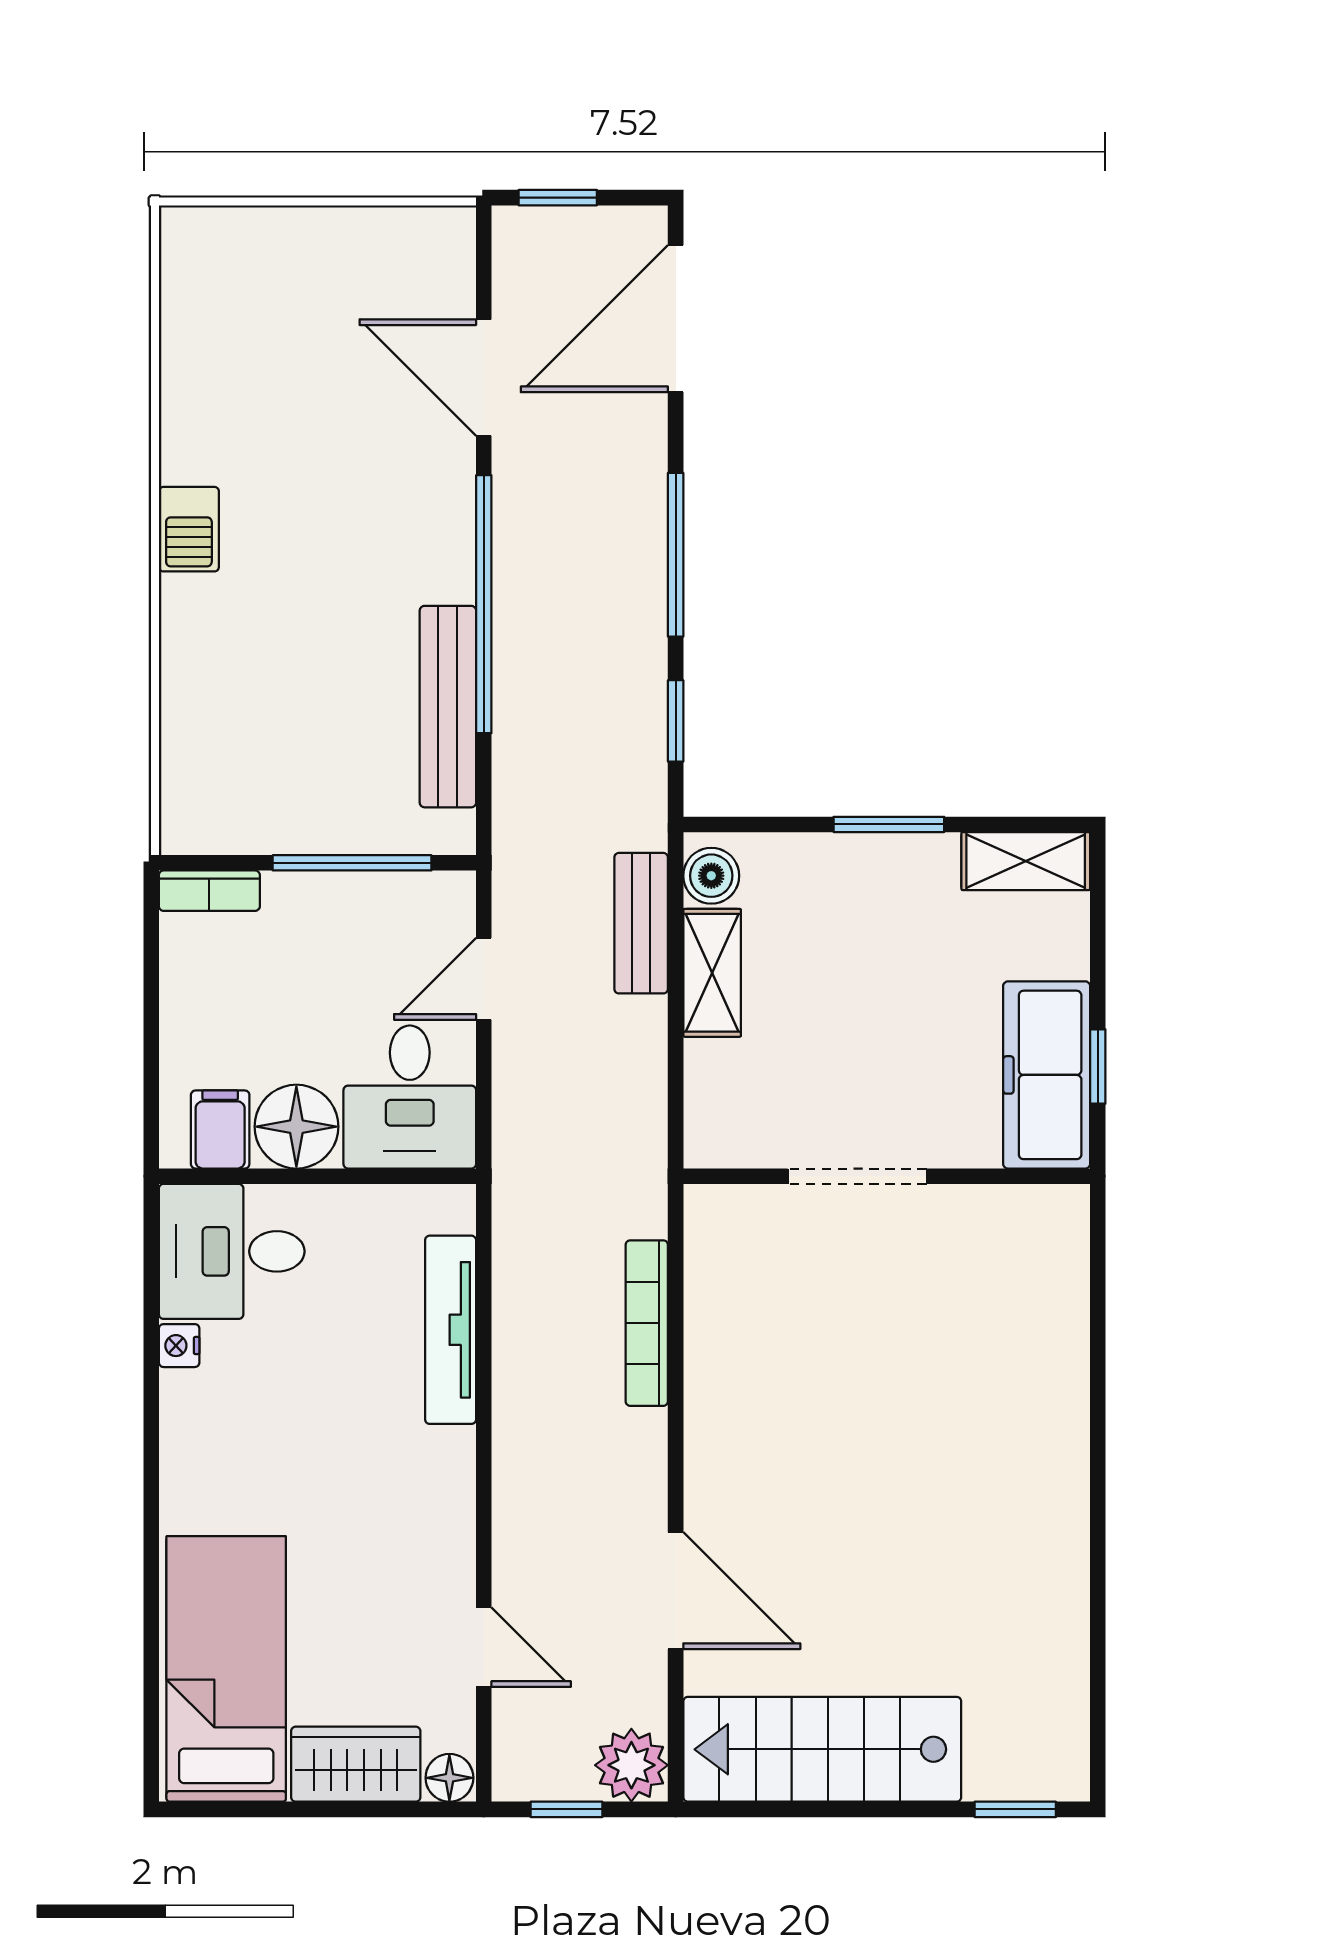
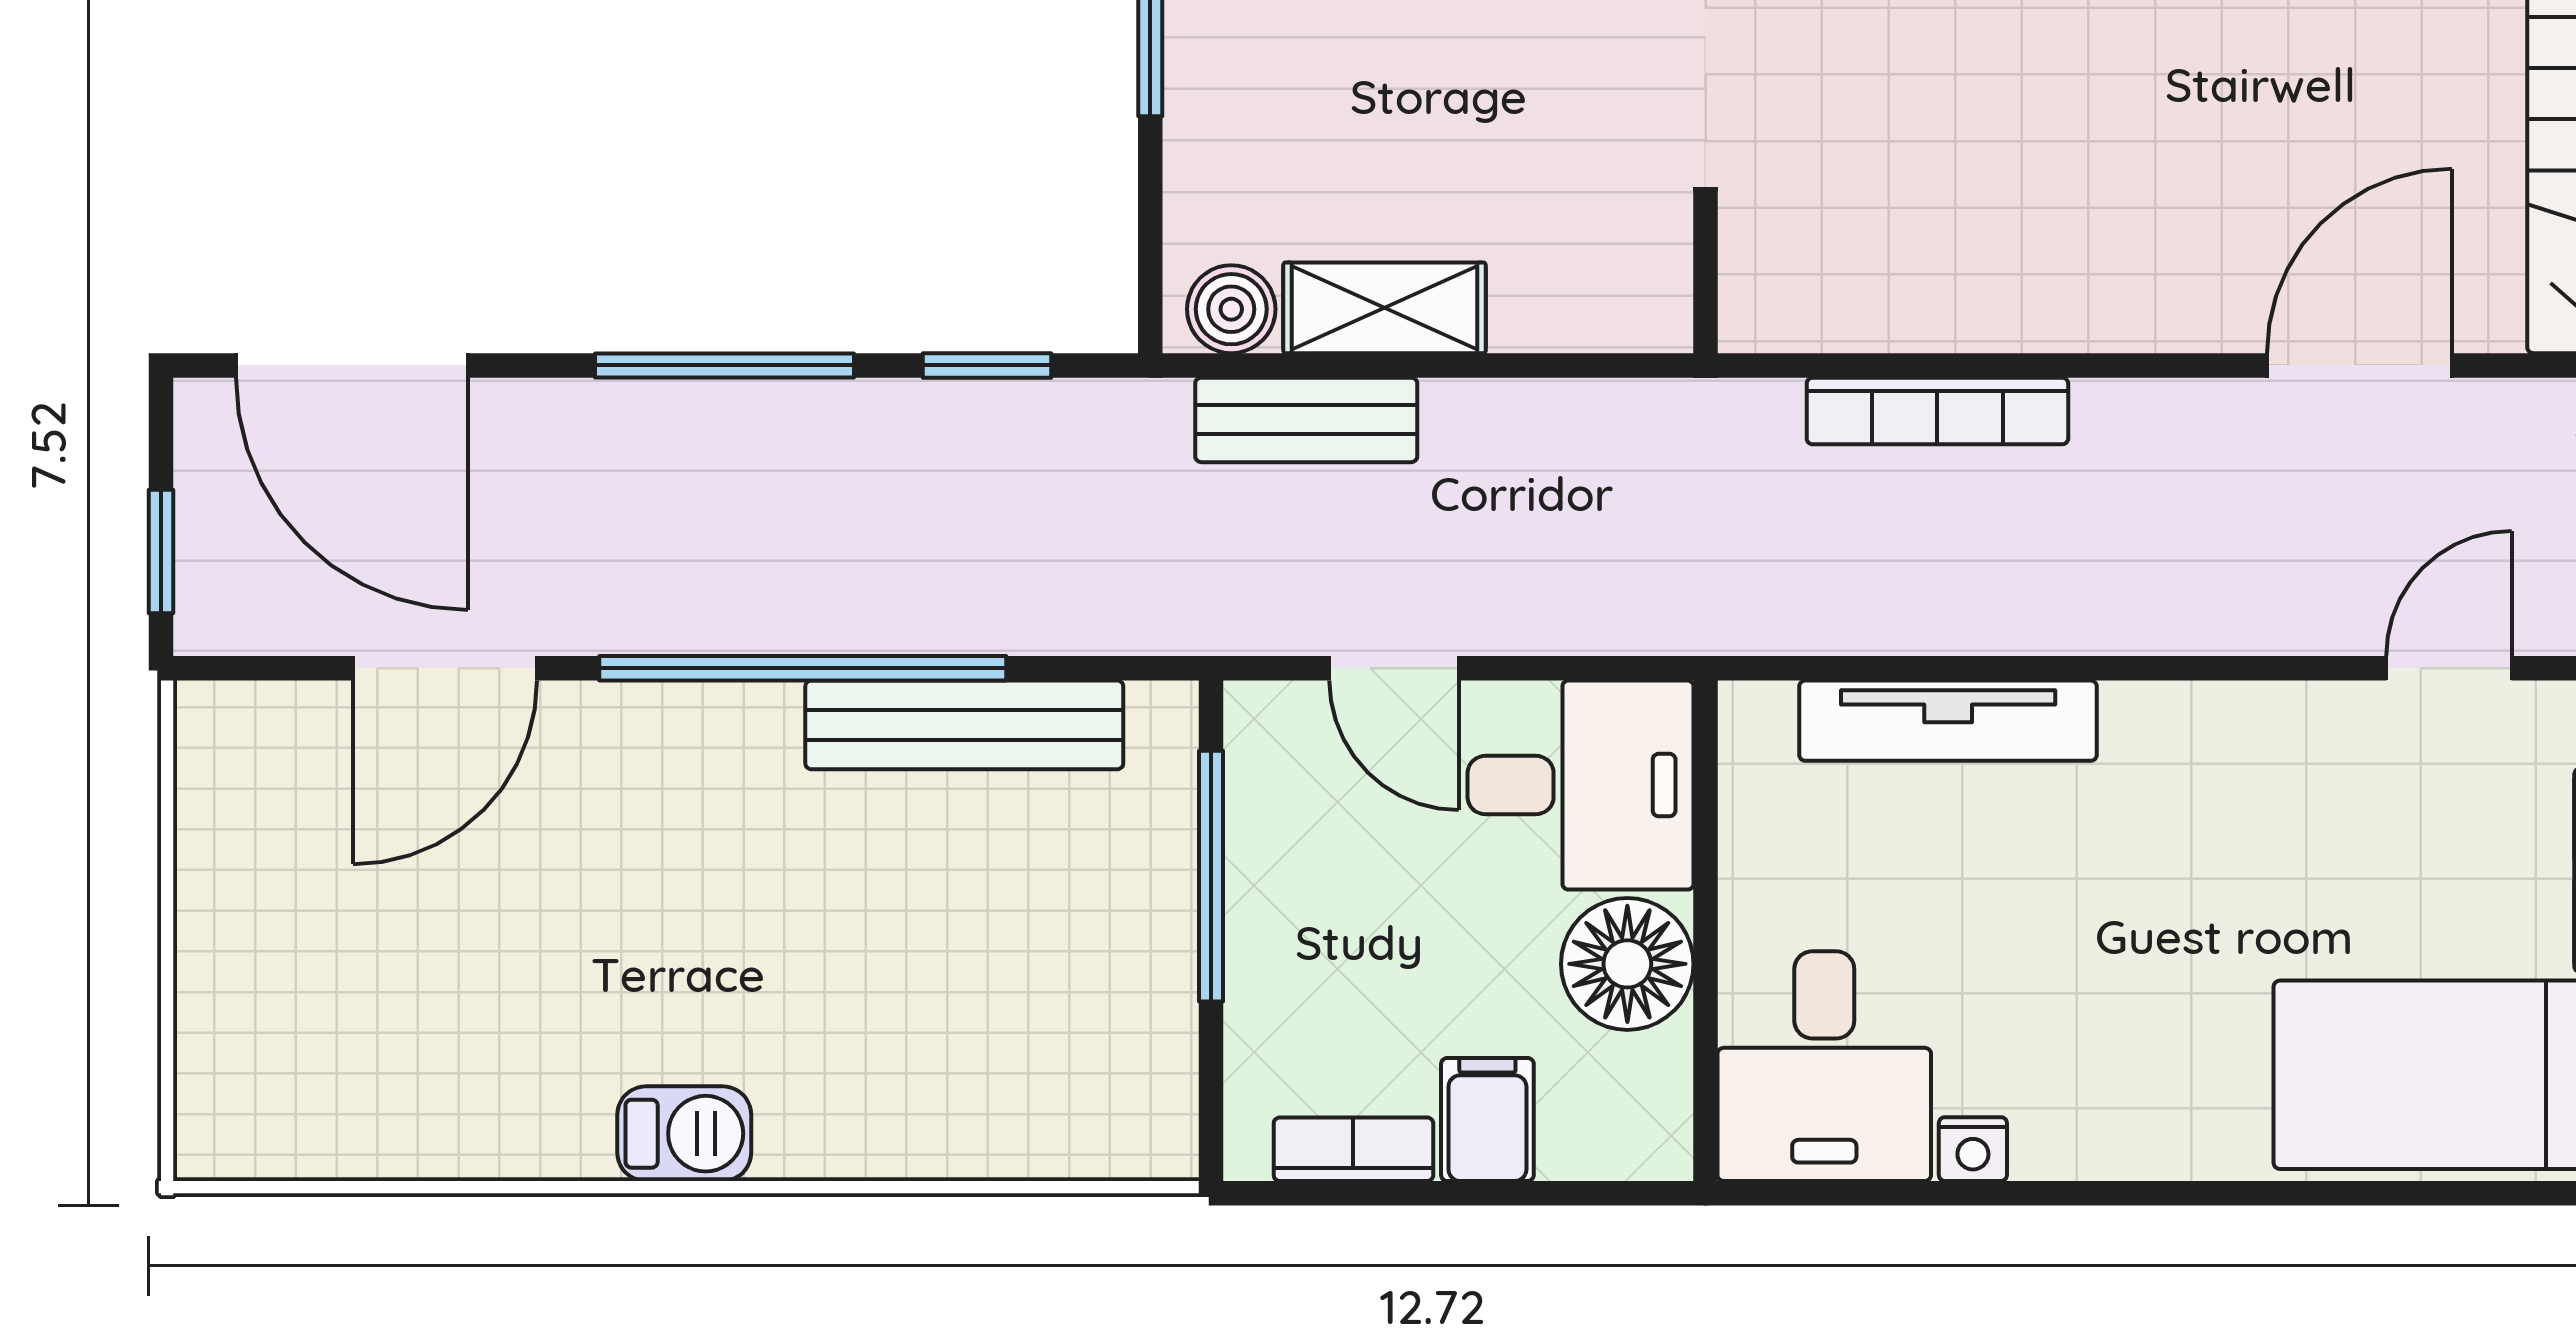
bookcase: (209, 891) -> (1353, 1149), moved, turned -90
filing cabinet: (220, 1129) -> (1487, 1119), moved, turned 90

